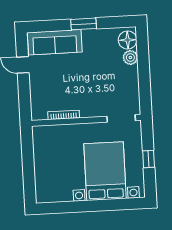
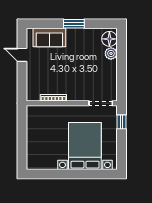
sofa: (55, 42) -> (49, 38), width x0.73
window: (149, 159) -> (121, 122), moved

